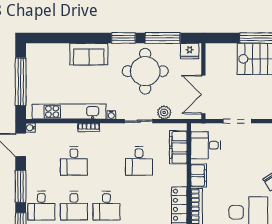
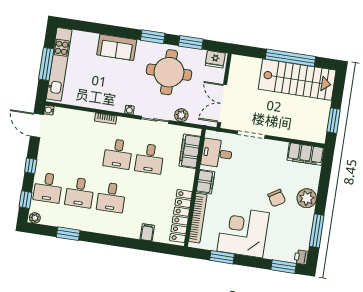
window: (163, 38) -> (191, 43), width x0.69
window: (21, 82) -> (46, 64), width x0.68
kitchen unit: (69, 112) -> (59, 64), moved, turned 90
desk: (74, 161) -> (118, 154), moved
window: (21, 186) -> (31, 166), width x0.46

